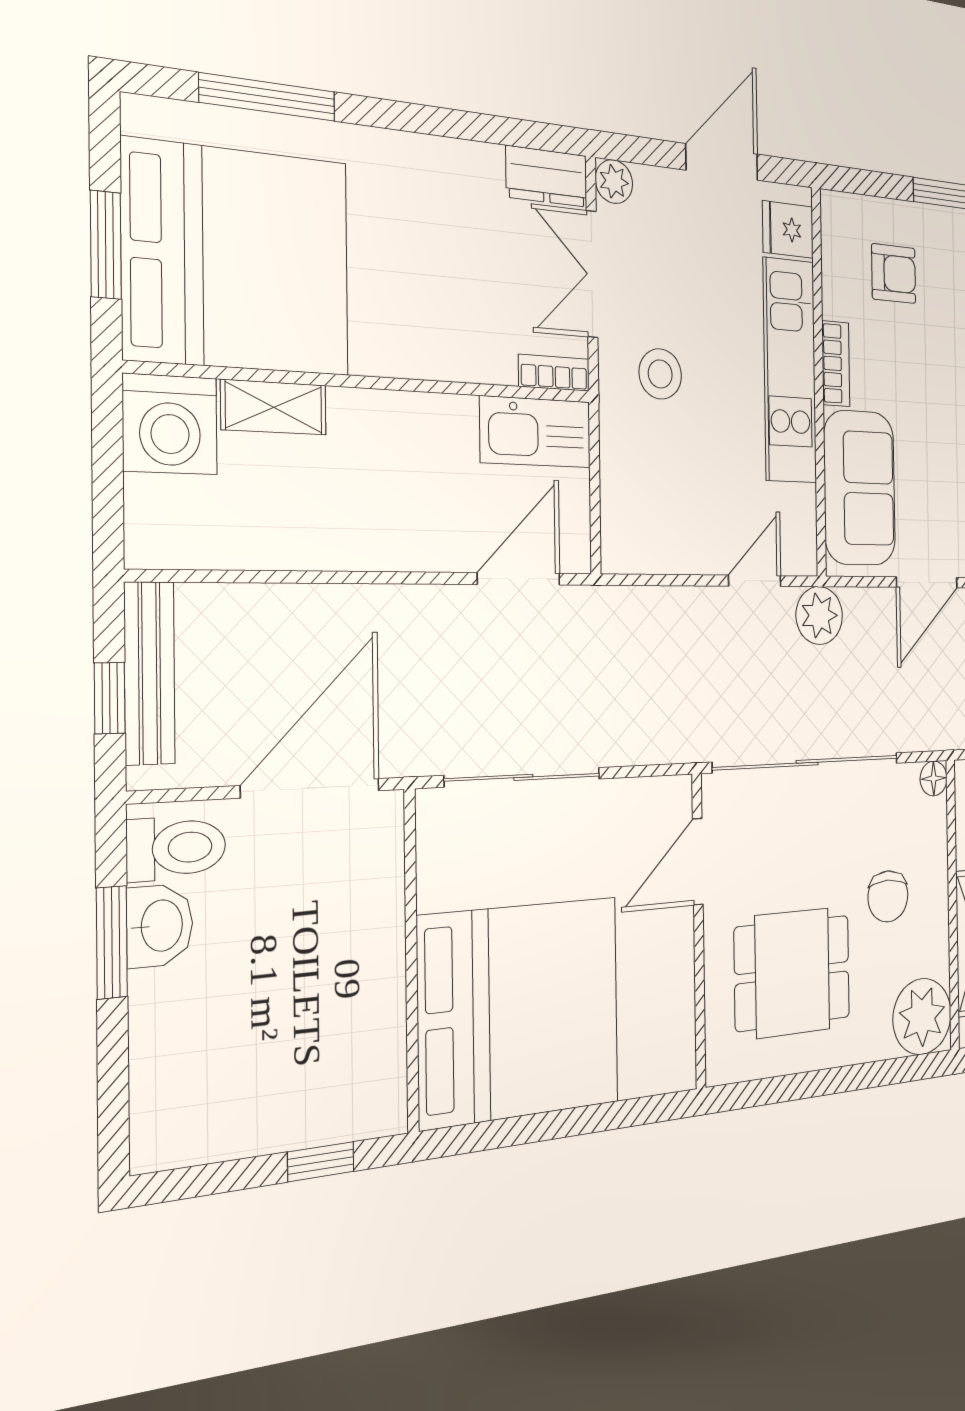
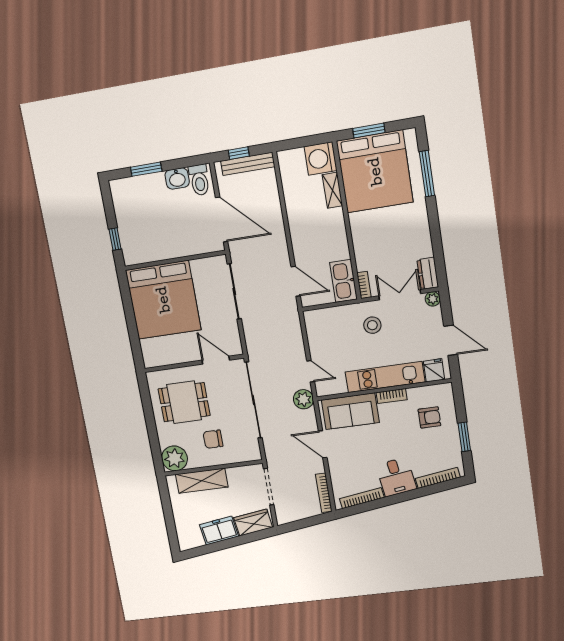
armchair: (894, 274) -> (429, 417), turned -90
floor lamp: (934, 778) -> (255, 455), removed
window: (112, 942) -> (146, 169), moved
dining table: (792, 973) -> (184, 402), turned 90

